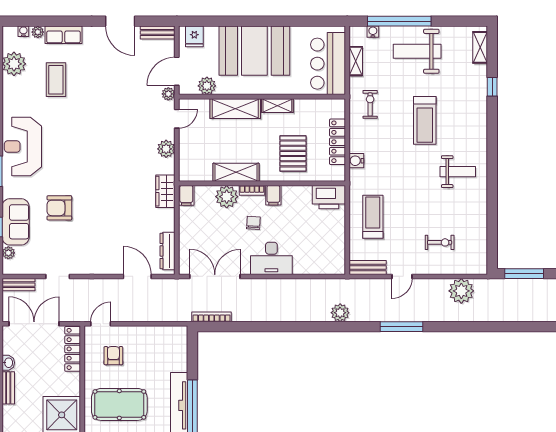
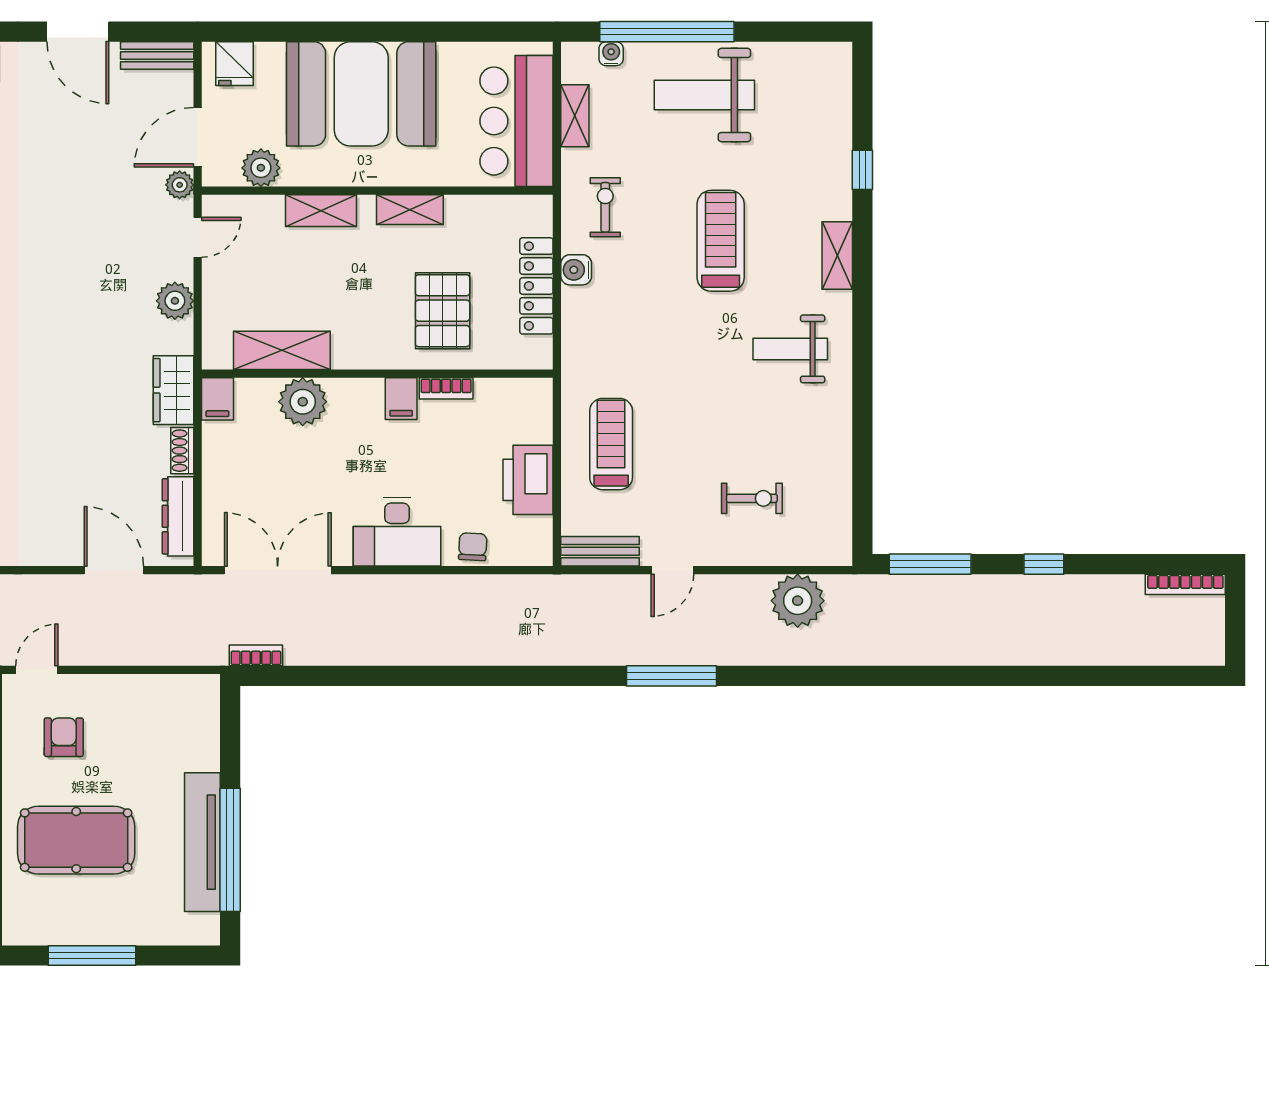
shelving: (480, 47) -> (837, 256), moved
shelving: (235, 109) -> (321, 211), width x0.67, depth x0.75
treadmill: (425, 120) -> (721, 241), turned 180
water cooler: (356, 161) -> (576, 270), moved
shelving: (236, 172) -> (282, 350), moved
weight bench: (458, 172) -> (790, 349), turned 180
bookcase: (252, 190) -> (446, 388), moved
printer: (329, 197) -> (528, 480), moved, turned 90
shoe rack: (170, 220) -> (182, 451), added
chair: (253, 223) -> (473, 547), moved
plant: (340, 313) -> (542, 647), removed
bookcase: (212, 317) -> (256, 655), width x0.64

